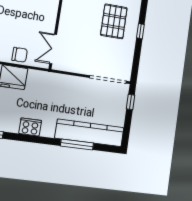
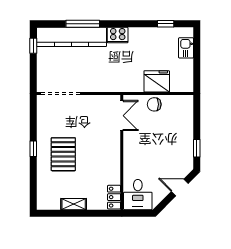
window: (130, 102) -> (33, 46), moved
cooker: (30, 127) -> (118, 35), moved

